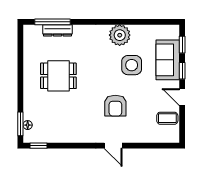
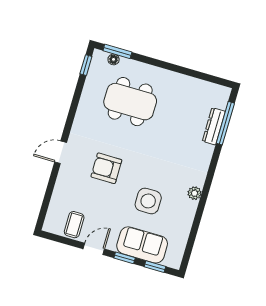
plant: (120, 35) -> (195, 193), width x0.53, depth x0.53
dining table: (58, 76) -> (130, 102), moved, width x1.37

